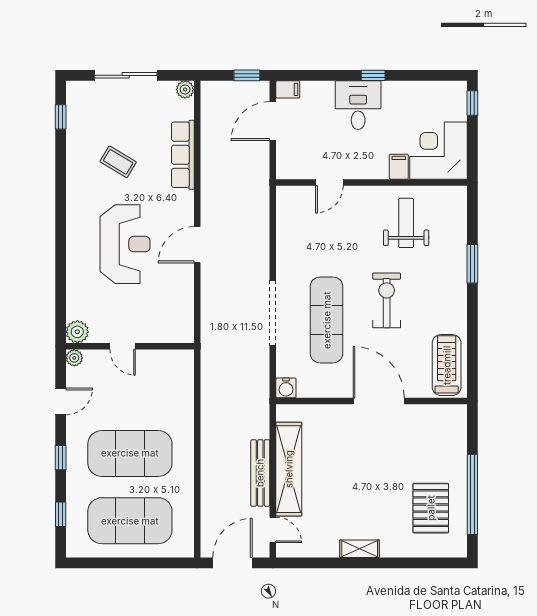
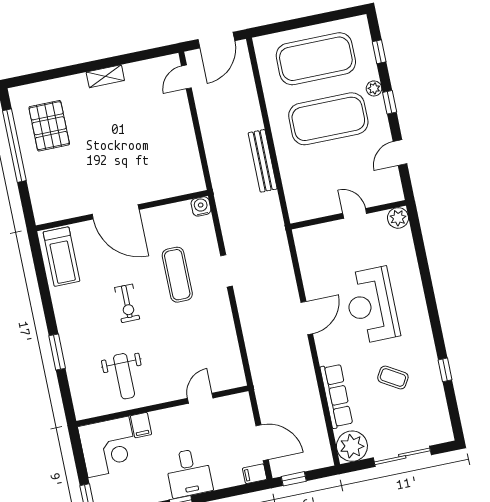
plant: (185, 89) -> (352, 446), width x1.88, depth x1.88
window: (61, 117) -> (445, 370), moved
door: (273, 121) -> (262, 443), hinge flipped
exercise bike: (387, 300) -> (127, 303), width x0.73, depth x0.72
doorway: (273, 313) -> (227, 271), width x0.53
exercise mat: (327, 320) -> (177, 275), width x0.73, depth x0.69
plant: (74, 358) -> (374, 88), moved
shelving: (289, 469) -> (183, 134), removed
bench: (260, 473) -> (263, 161), moved
door: (273, 530) -> (186, 77), hinge flipped

